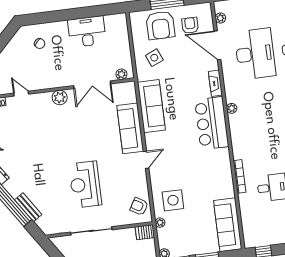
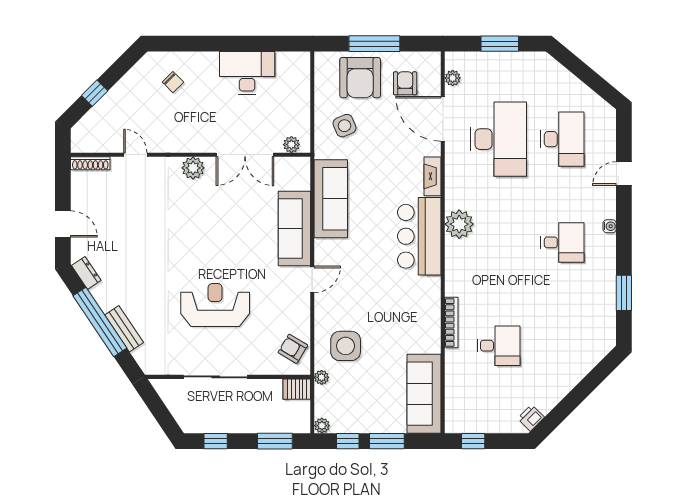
plant: (232, 108) -> (459, 224), width x1.88, depth x1.88
reception desk: (85, 184) -> (215, 305), turned 90

